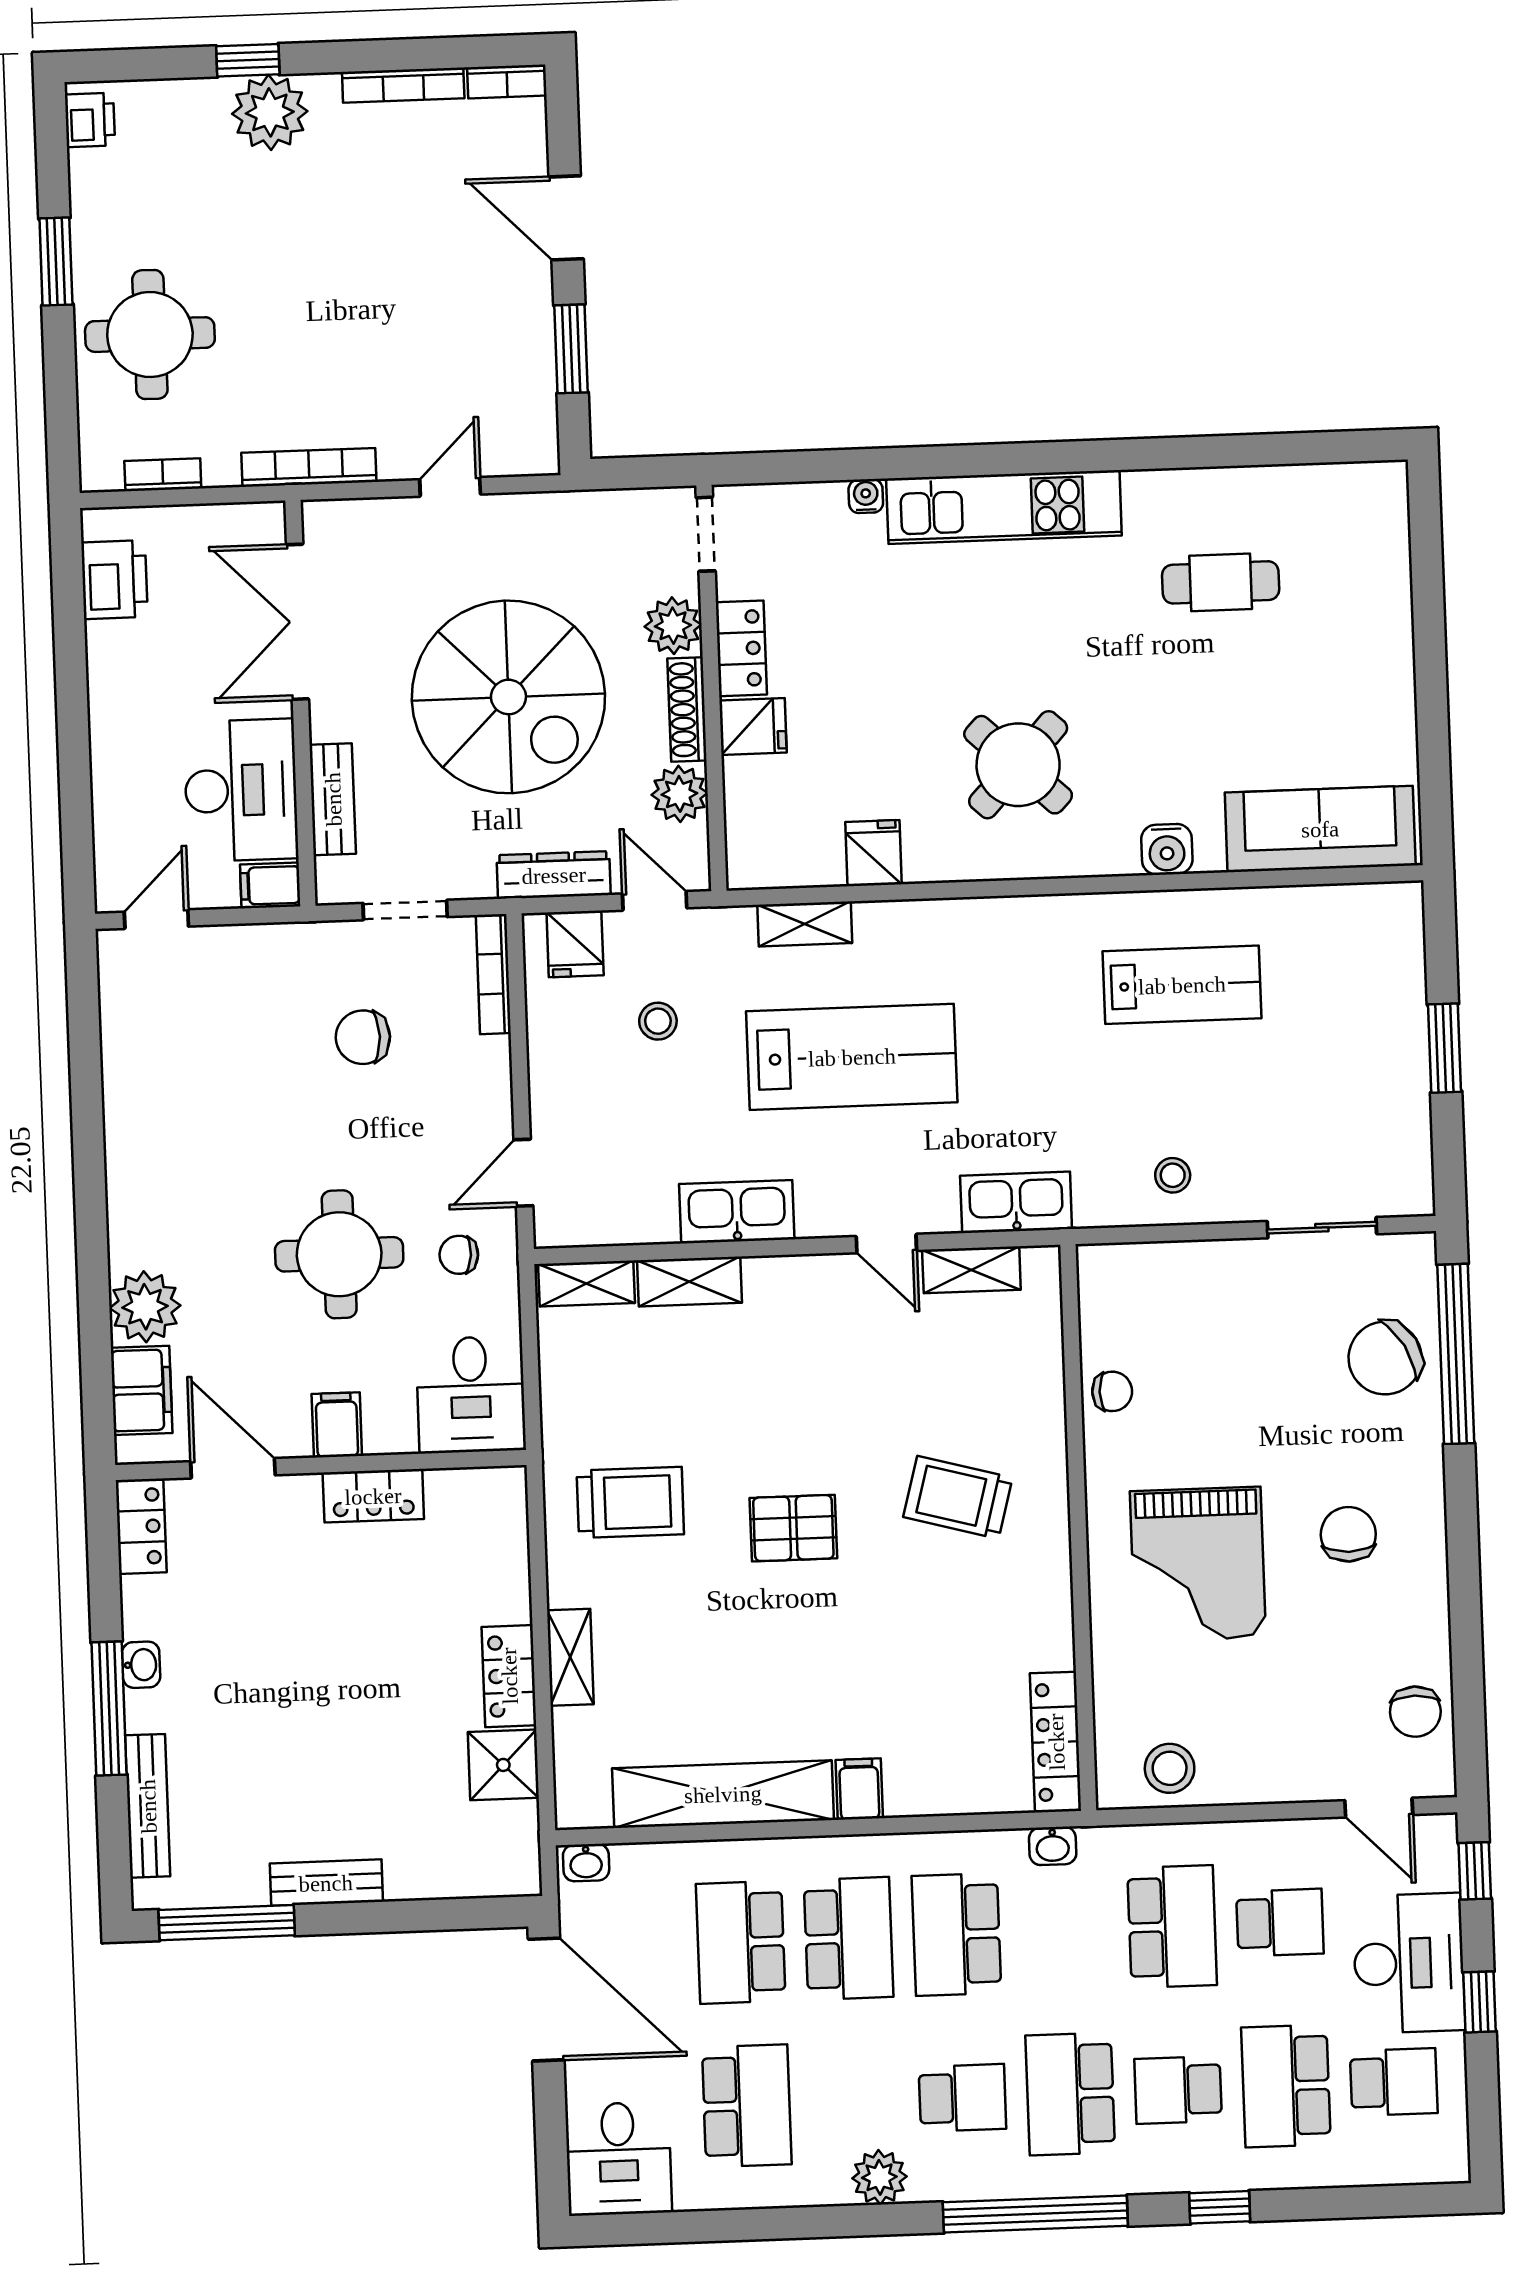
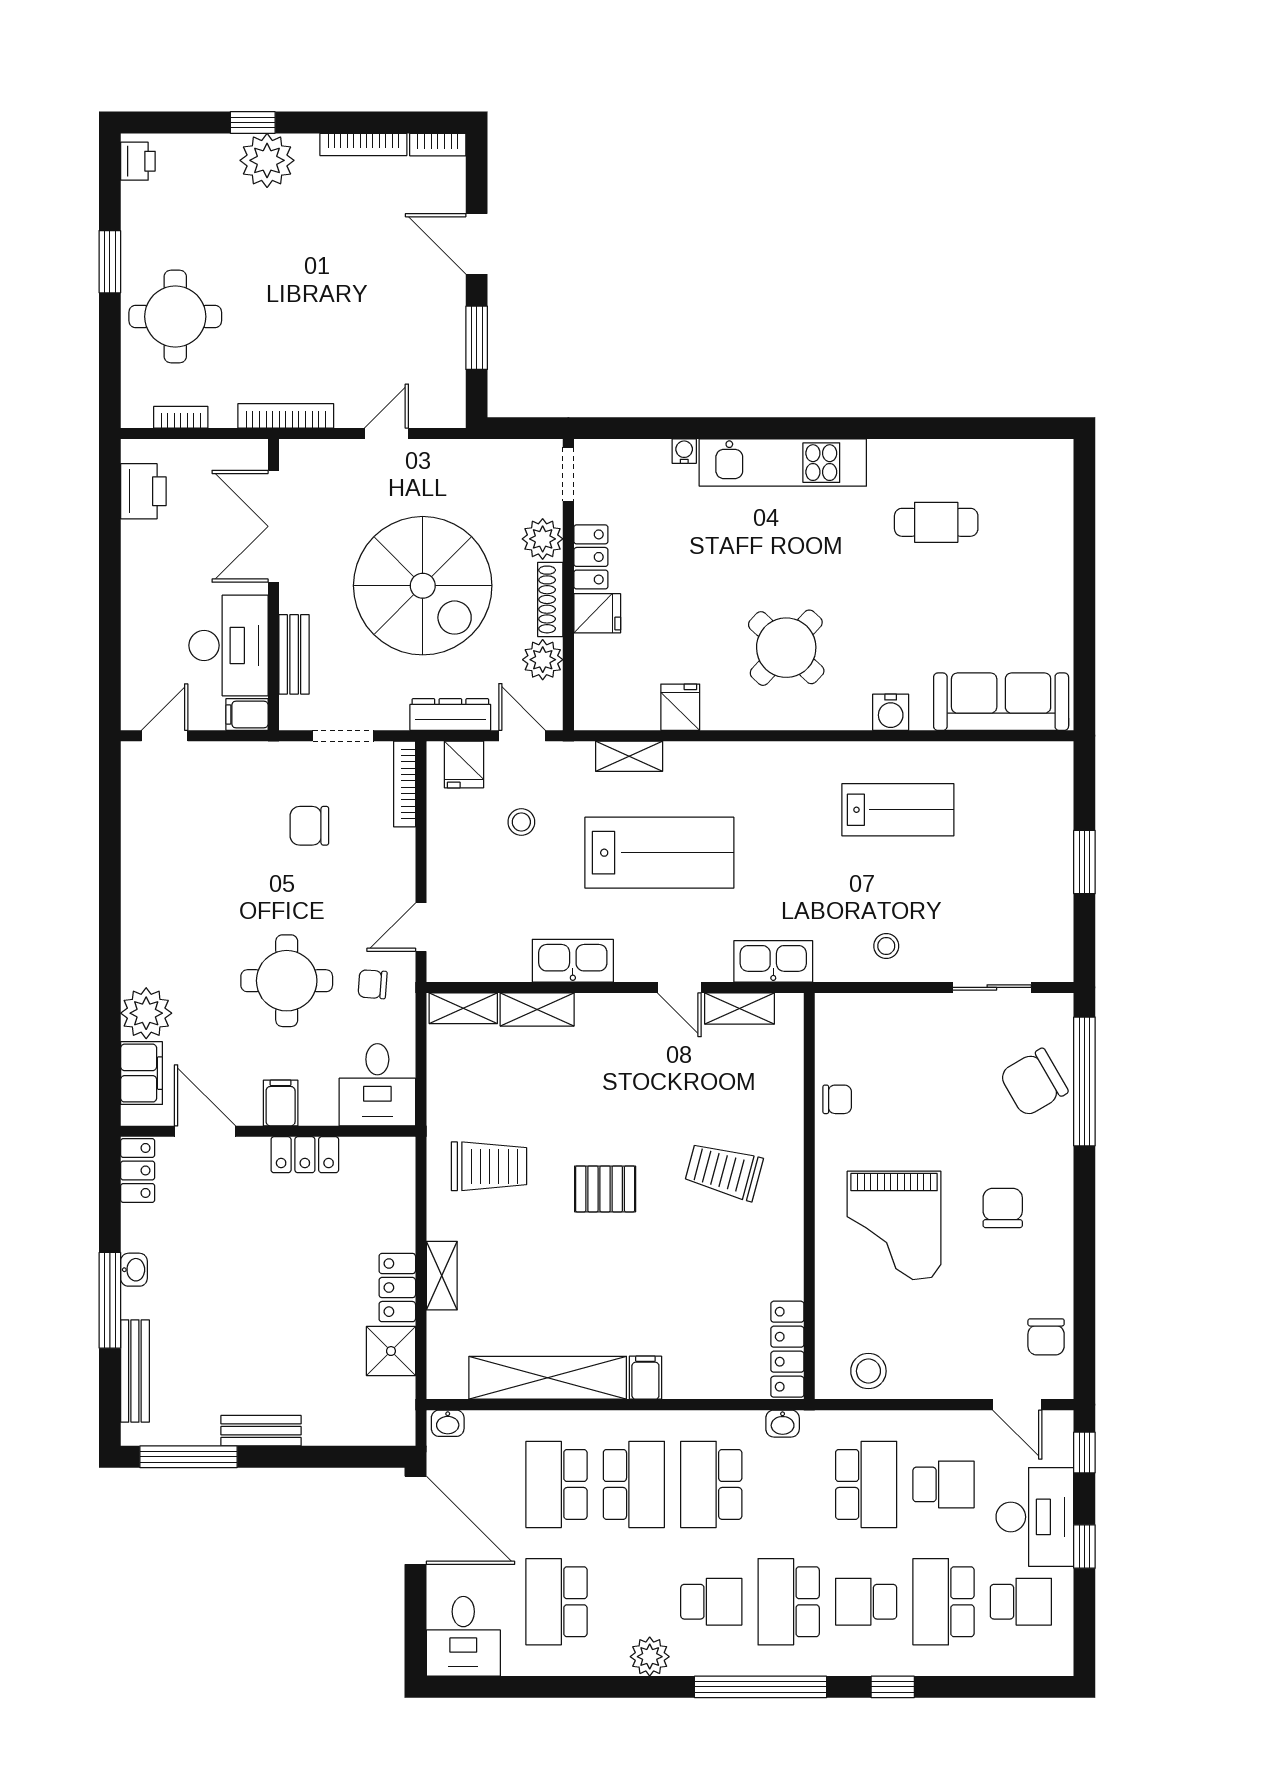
school desk: (747, 2106) -> (556, 1602), turned 180

